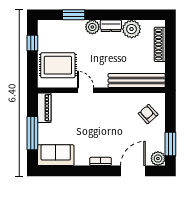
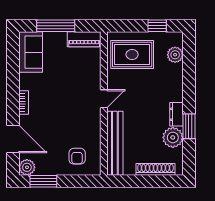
window: (74, 15) -> (189, 126), moved
plant: (92, 27) -> (175, 55), moved
rug: (58, 65) -> (132, 54), turned 90
door: (86, 90) -> (104, 99), moved
armchair: (148, 114) -> (77, 156), turned 132

